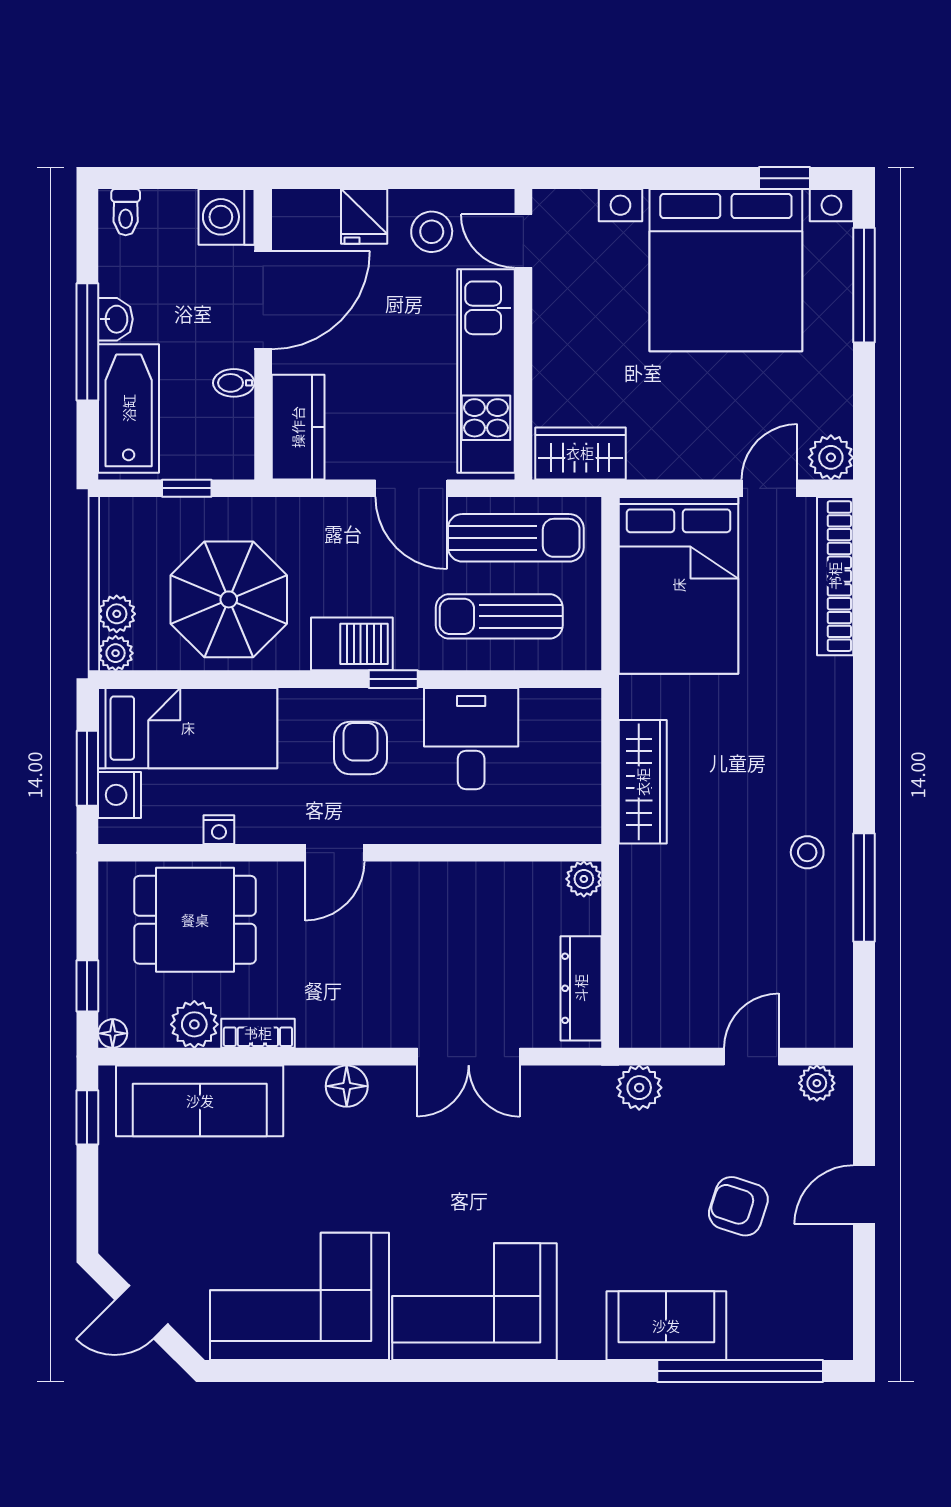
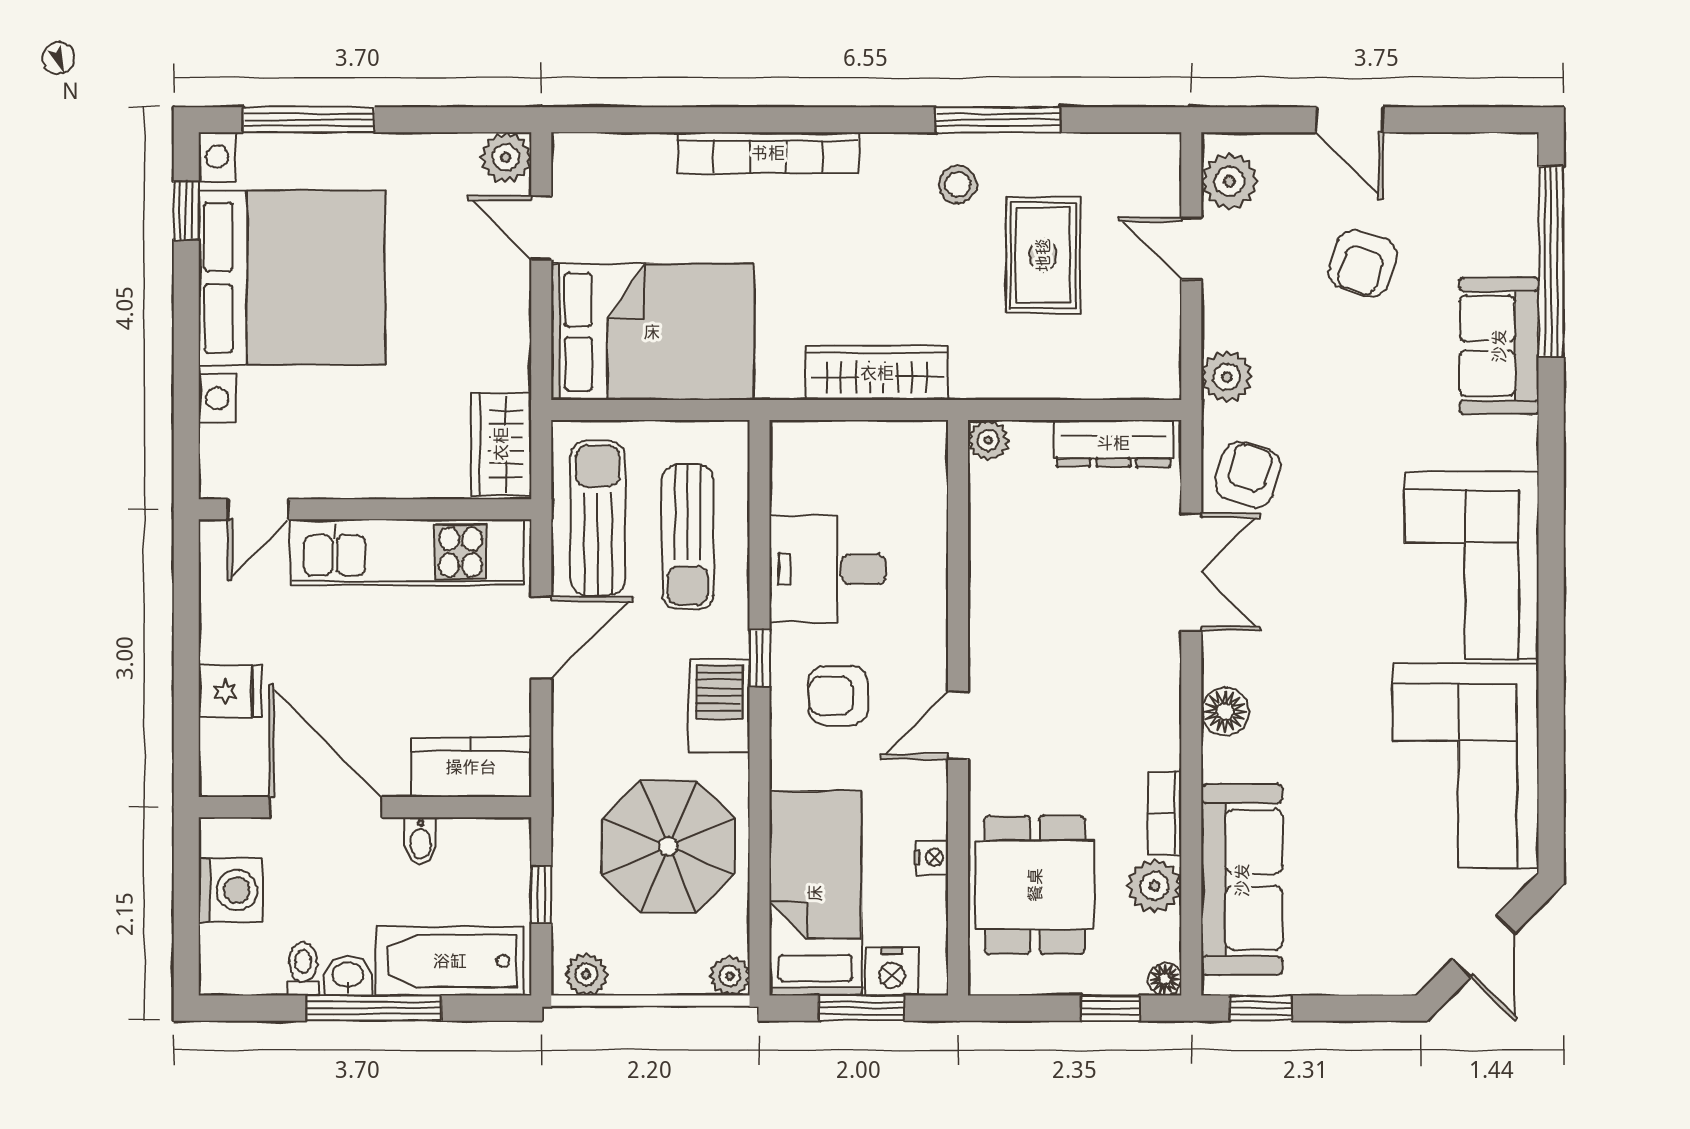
toilet: (126, 212) -> (303, 969), moved, turned -90
washing machine: (226, 217) -> (231, 890), moved, turned -90
stool: (432, 232) -> (248, 614), removed
bookcase: (835, 576) -> (768, 153), moved
plant: (117, 614) -> (586, 975), moved
door: (335, 853) -> (958, 725), swing flipped
rug: (745, 927) -> (1043, 255), added
plant: (817, 1083) -> (1229, 181), width x1.38, depth x1.38
armchair: (554, 1106) -> (1248, 475), added

